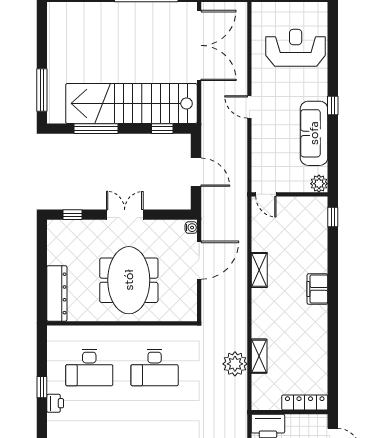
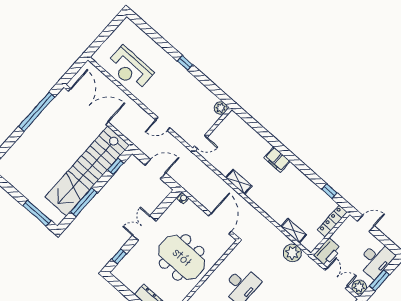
reception desk: (296, 48) -> (130, 69), moved, turned -90
door: (249, 107) -> (163, 124), moved
sofa: (314, 133) -> (191, 87), removed
window: (333, 217) -> (329, 191), moved
door: (199, 260) -> (220, 224), moved
shelving: (259, 356) -> (294, 231), moved
plant: (235, 364) -> (292, 253), moved

